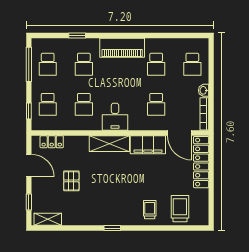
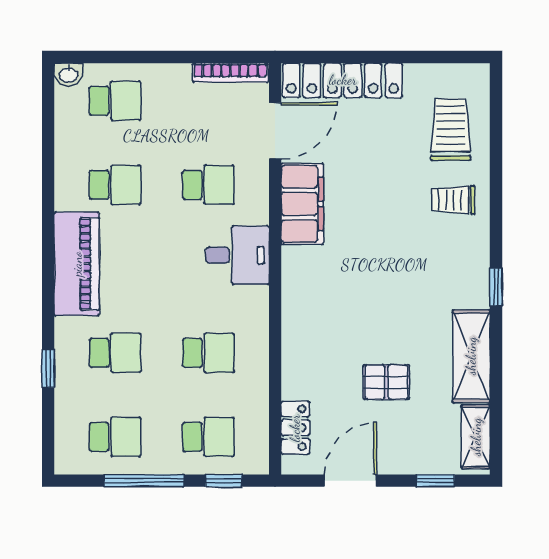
window: (29, 64) -> (144, 481), moved
washbasin: (204, 90) -> (69, 75), moved
desk: (115, 117) -> (237, 255), moved
shelving: (109, 144) -> (471, 356), moved
trolley: (180, 209) -> (451, 130), turned 90

